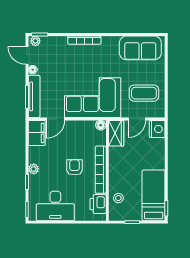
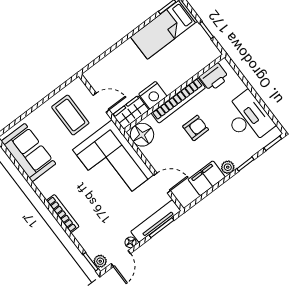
floor lamp: (101, 125) -> (142, 135), width x1.89, depth x1.89
nightstand: (157, 129) -> (153, 95), moved, turned 180
filing cabinet: (37, 133) -> (207, 178), moved
armchair: (74, 167) -> (196, 128), turned 180
stool: (118, 198) -> (193, 62), removed

